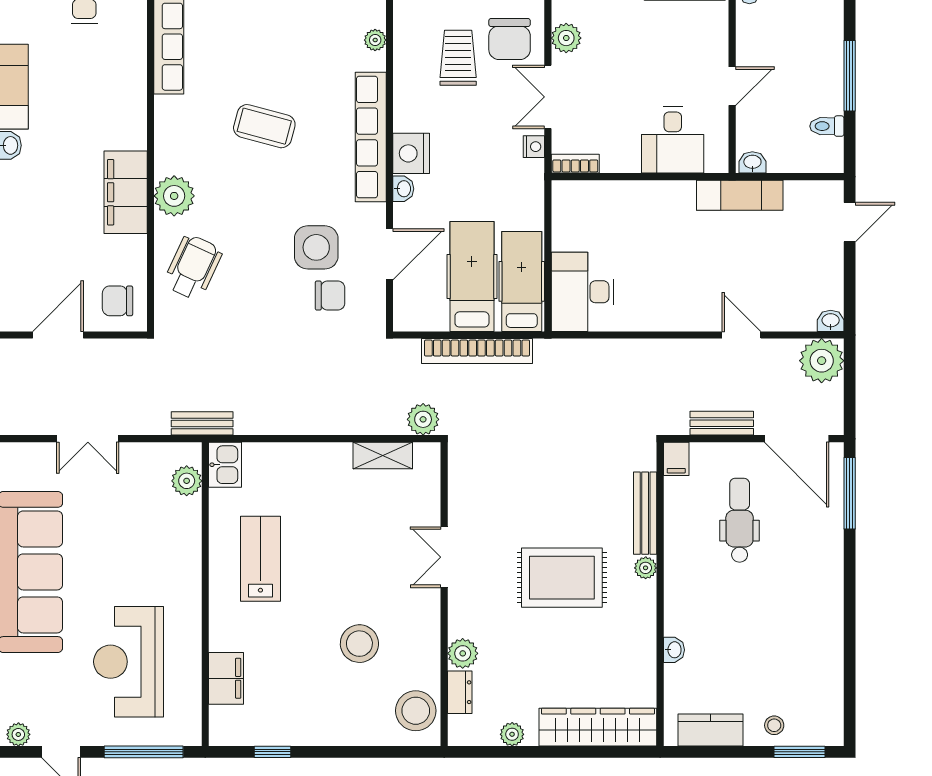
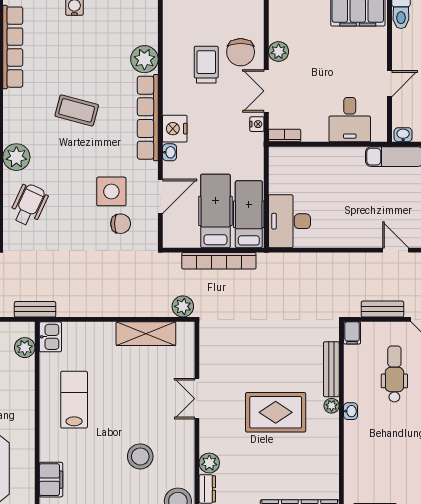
plant: (375, 40) -> (144, 59), width x1.88, depth x1.88
shelving: (383, 455) -> (146, 334), width x1.50, depth x1.33
washbasin: (674, 650) -> (351, 411), moved

